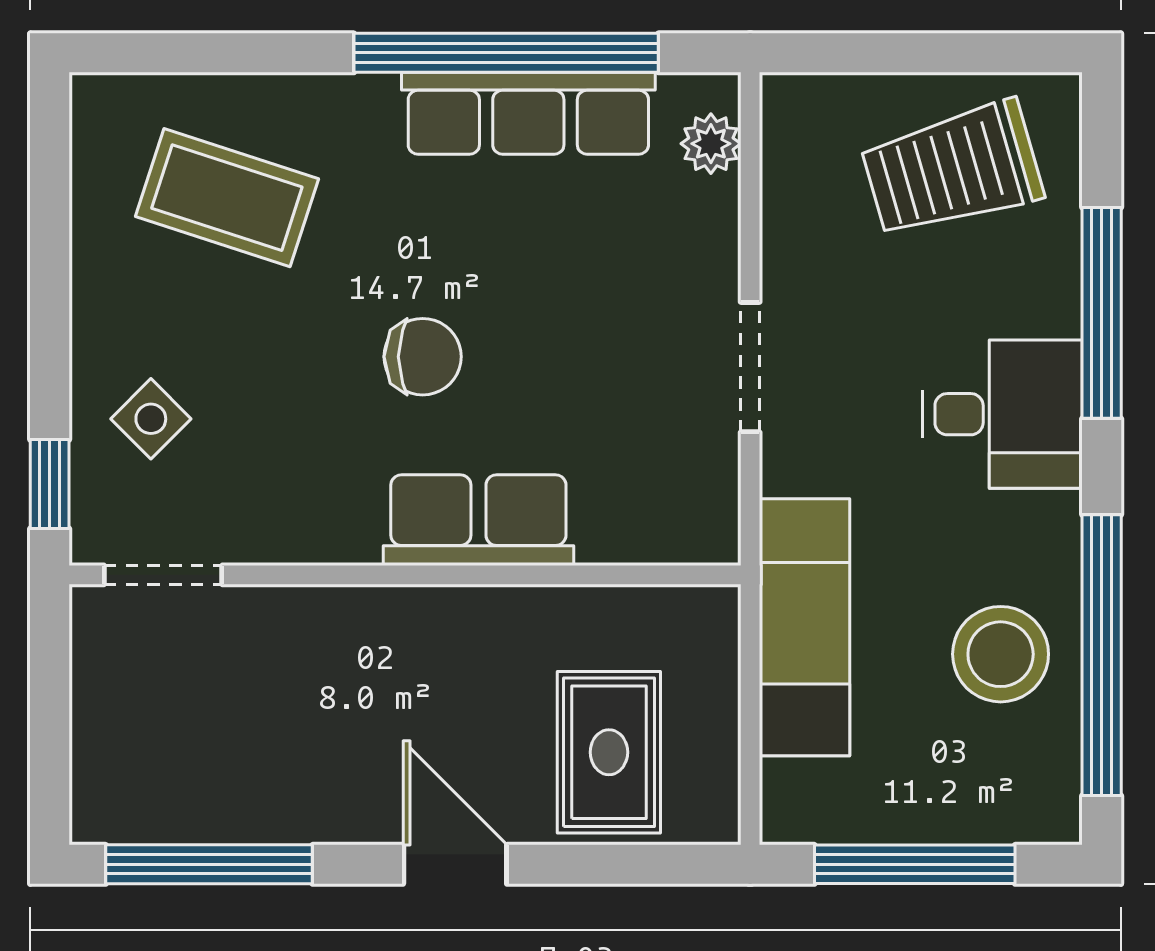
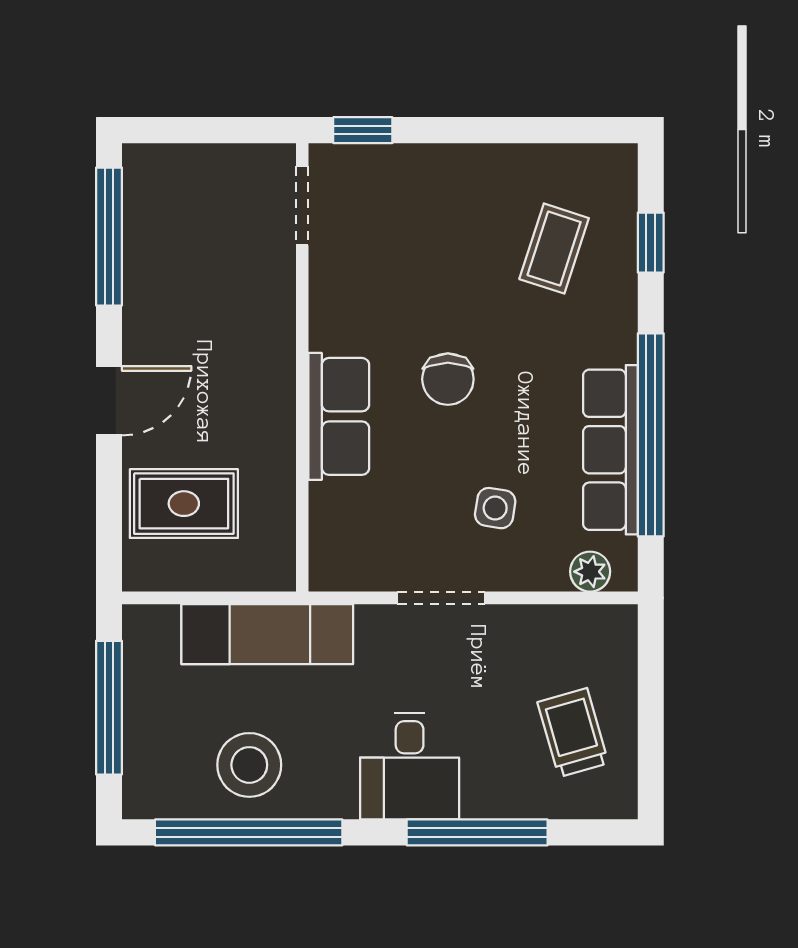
window: (218, 53) -> (651, 243), added
trolley: (952, 169) -> (573, 733), width x0.73, depth x0.72
coffee table: (227, 198) -> (554, 249), width x0.73, depth x0.77
side table: (151, 419) -> (495, 508), moved, turned -36

